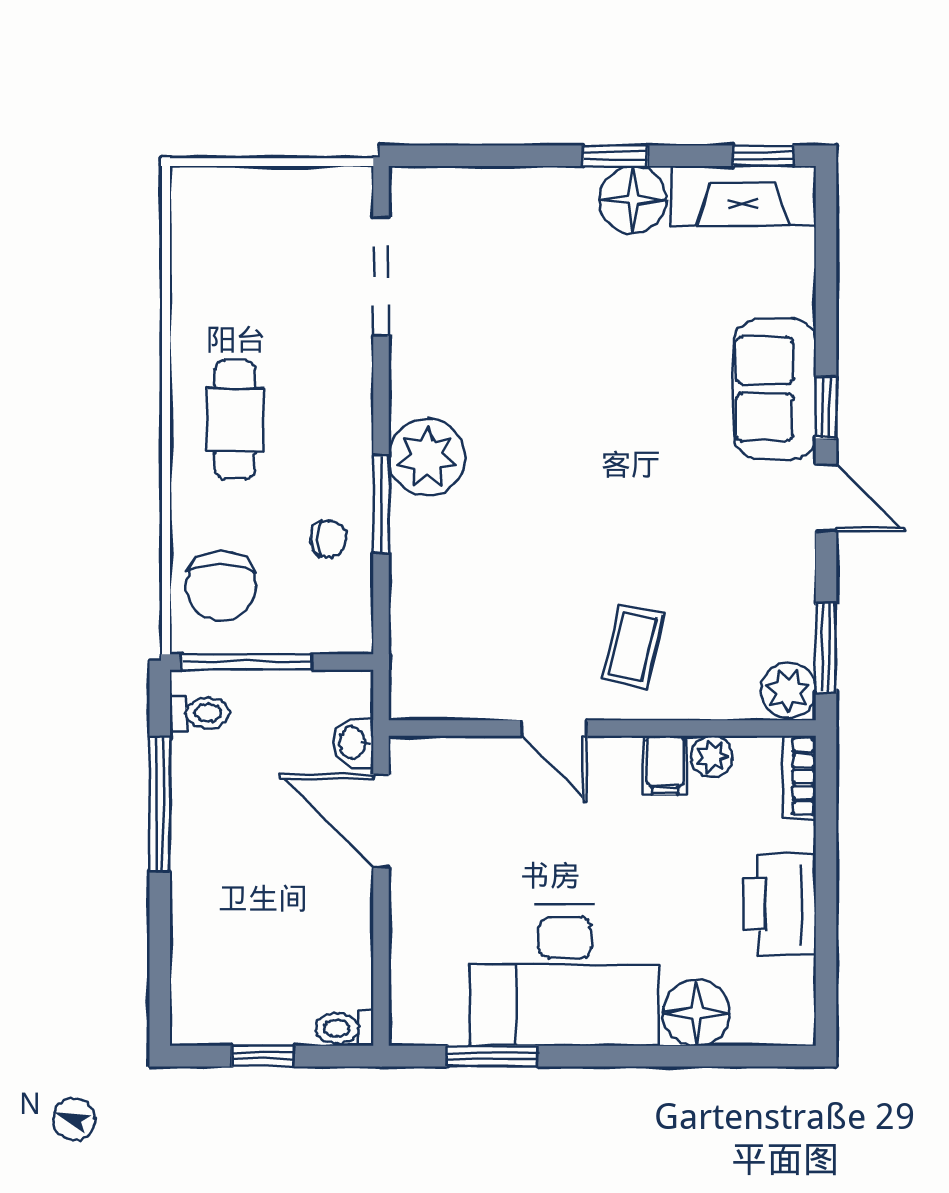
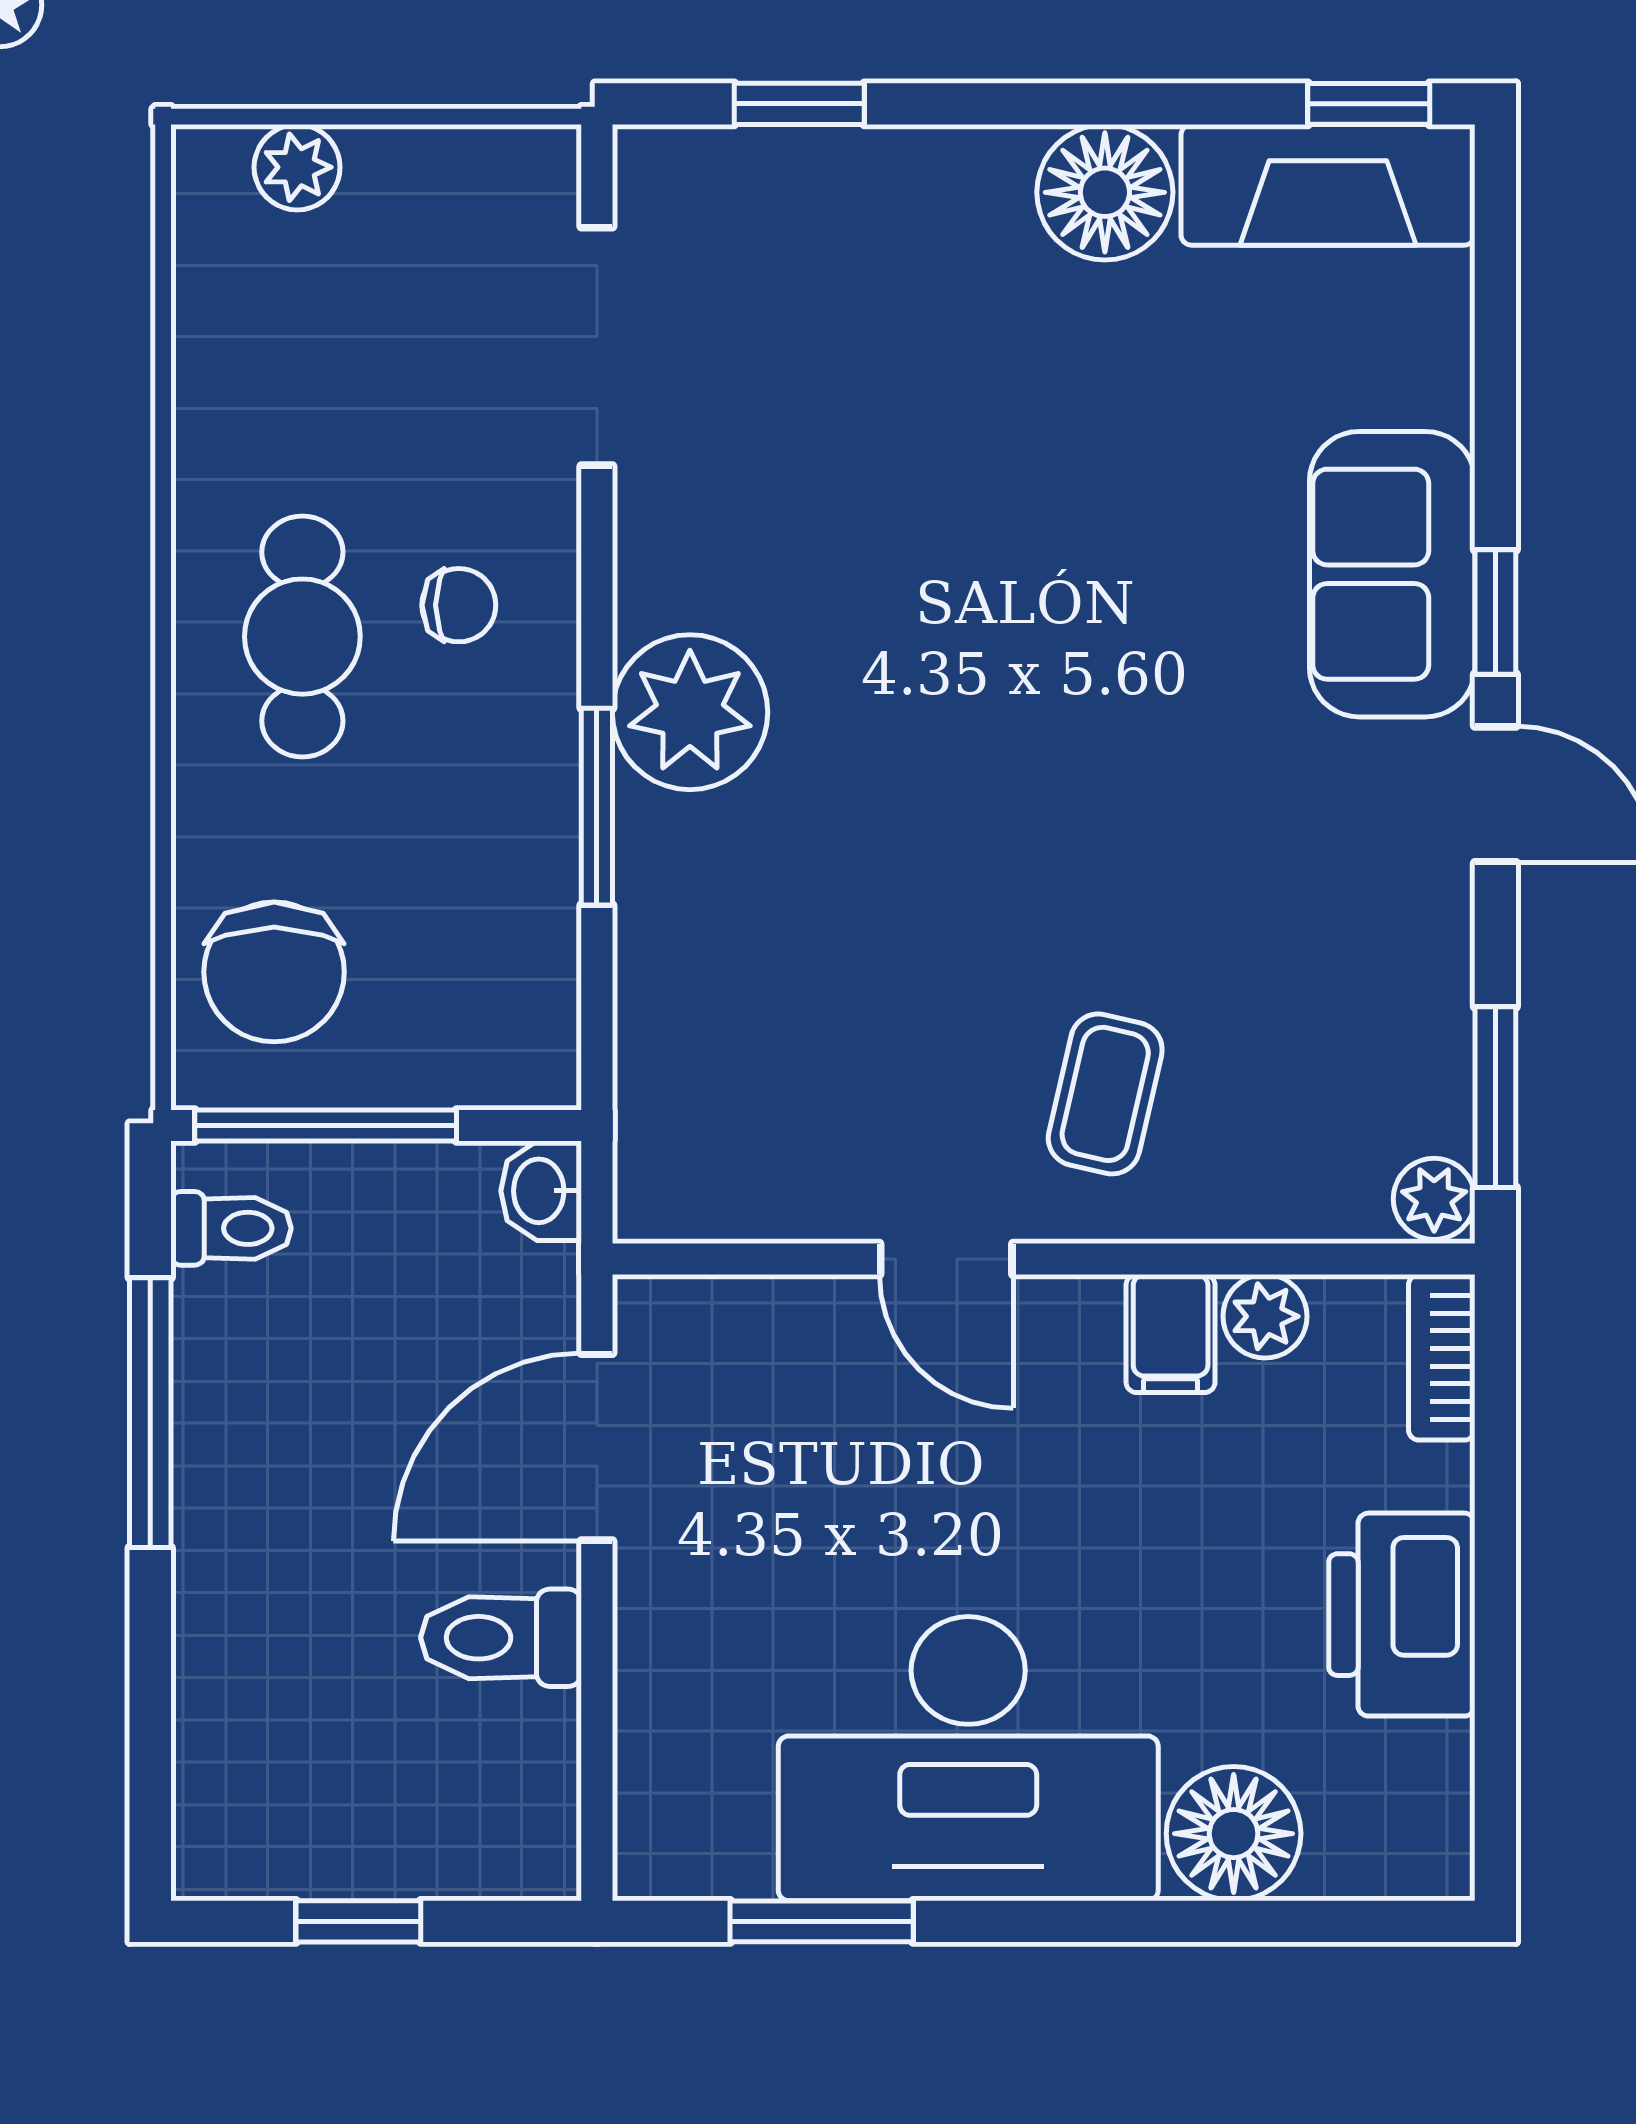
window: (615, 156) -> (799, 104), moved
plant: (232, 187) -> (297, 167), added
chair: (328, 539) -> (459, 605), moved
plant: (788, 691) -> (1434, 1199), width x0.73, depth x0.73
washbasin: (353, 743) -> (541, 1191), moved
door: (381, 821) -> (597, 1447), hinge flipped
toilet: (345, 1028) -> (501, 1638), moved, width x1.37, depth x1.39

